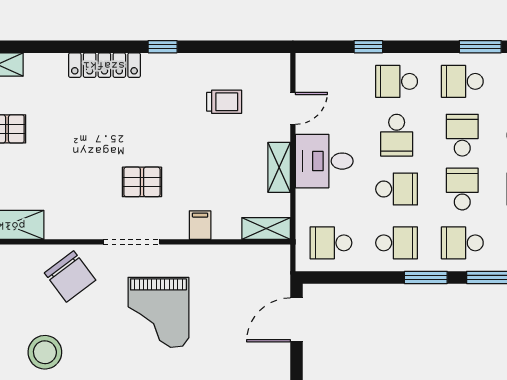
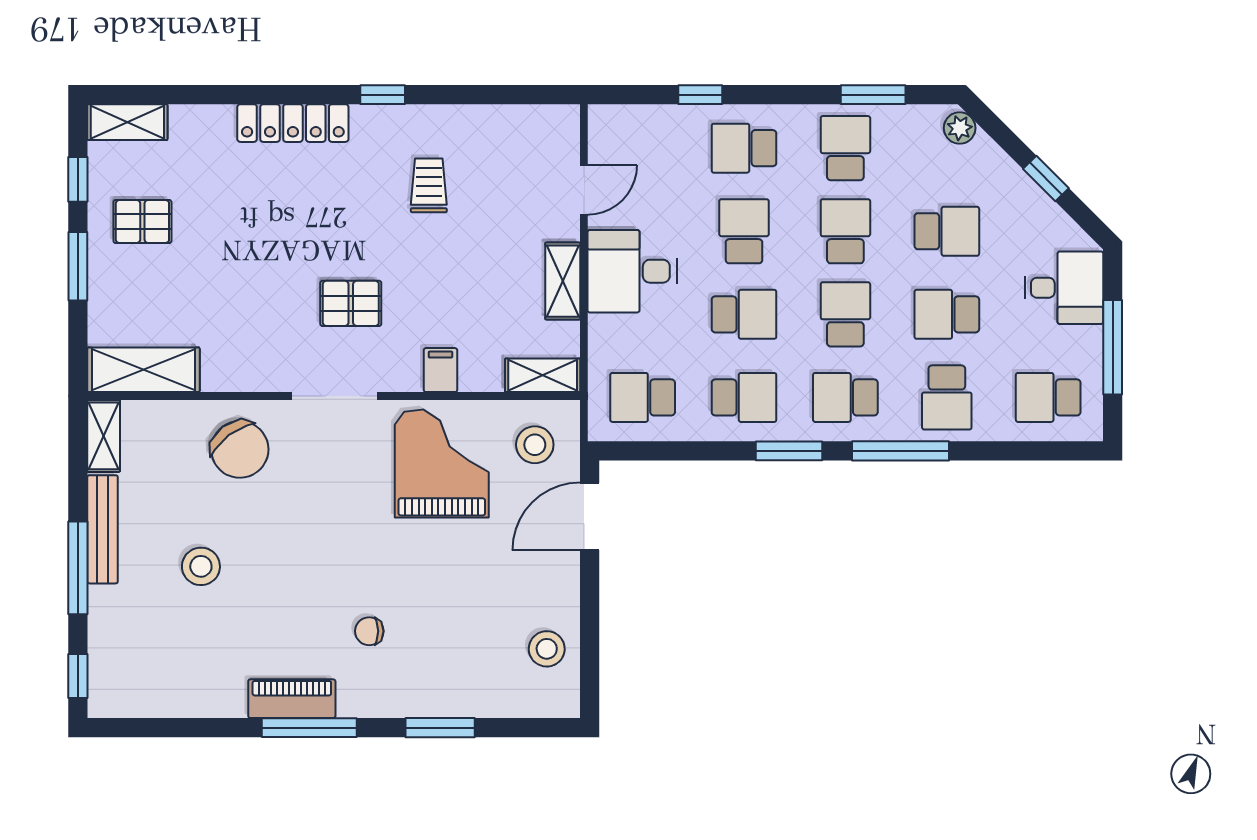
school desk: (462, 81) -> (845, 148), turned 90
trolley: (224, 102) -> (429, 185), moved, turned -90
school desk: (397, 135) -> (744, 231), turned 180
stool: (261, 273) -> (535, 445), added
grand piano: (158, 312) -> (442, 464), moved, turned 180
stool: (45, 352) -> (201, 566), width x0.73, depth x0.73

